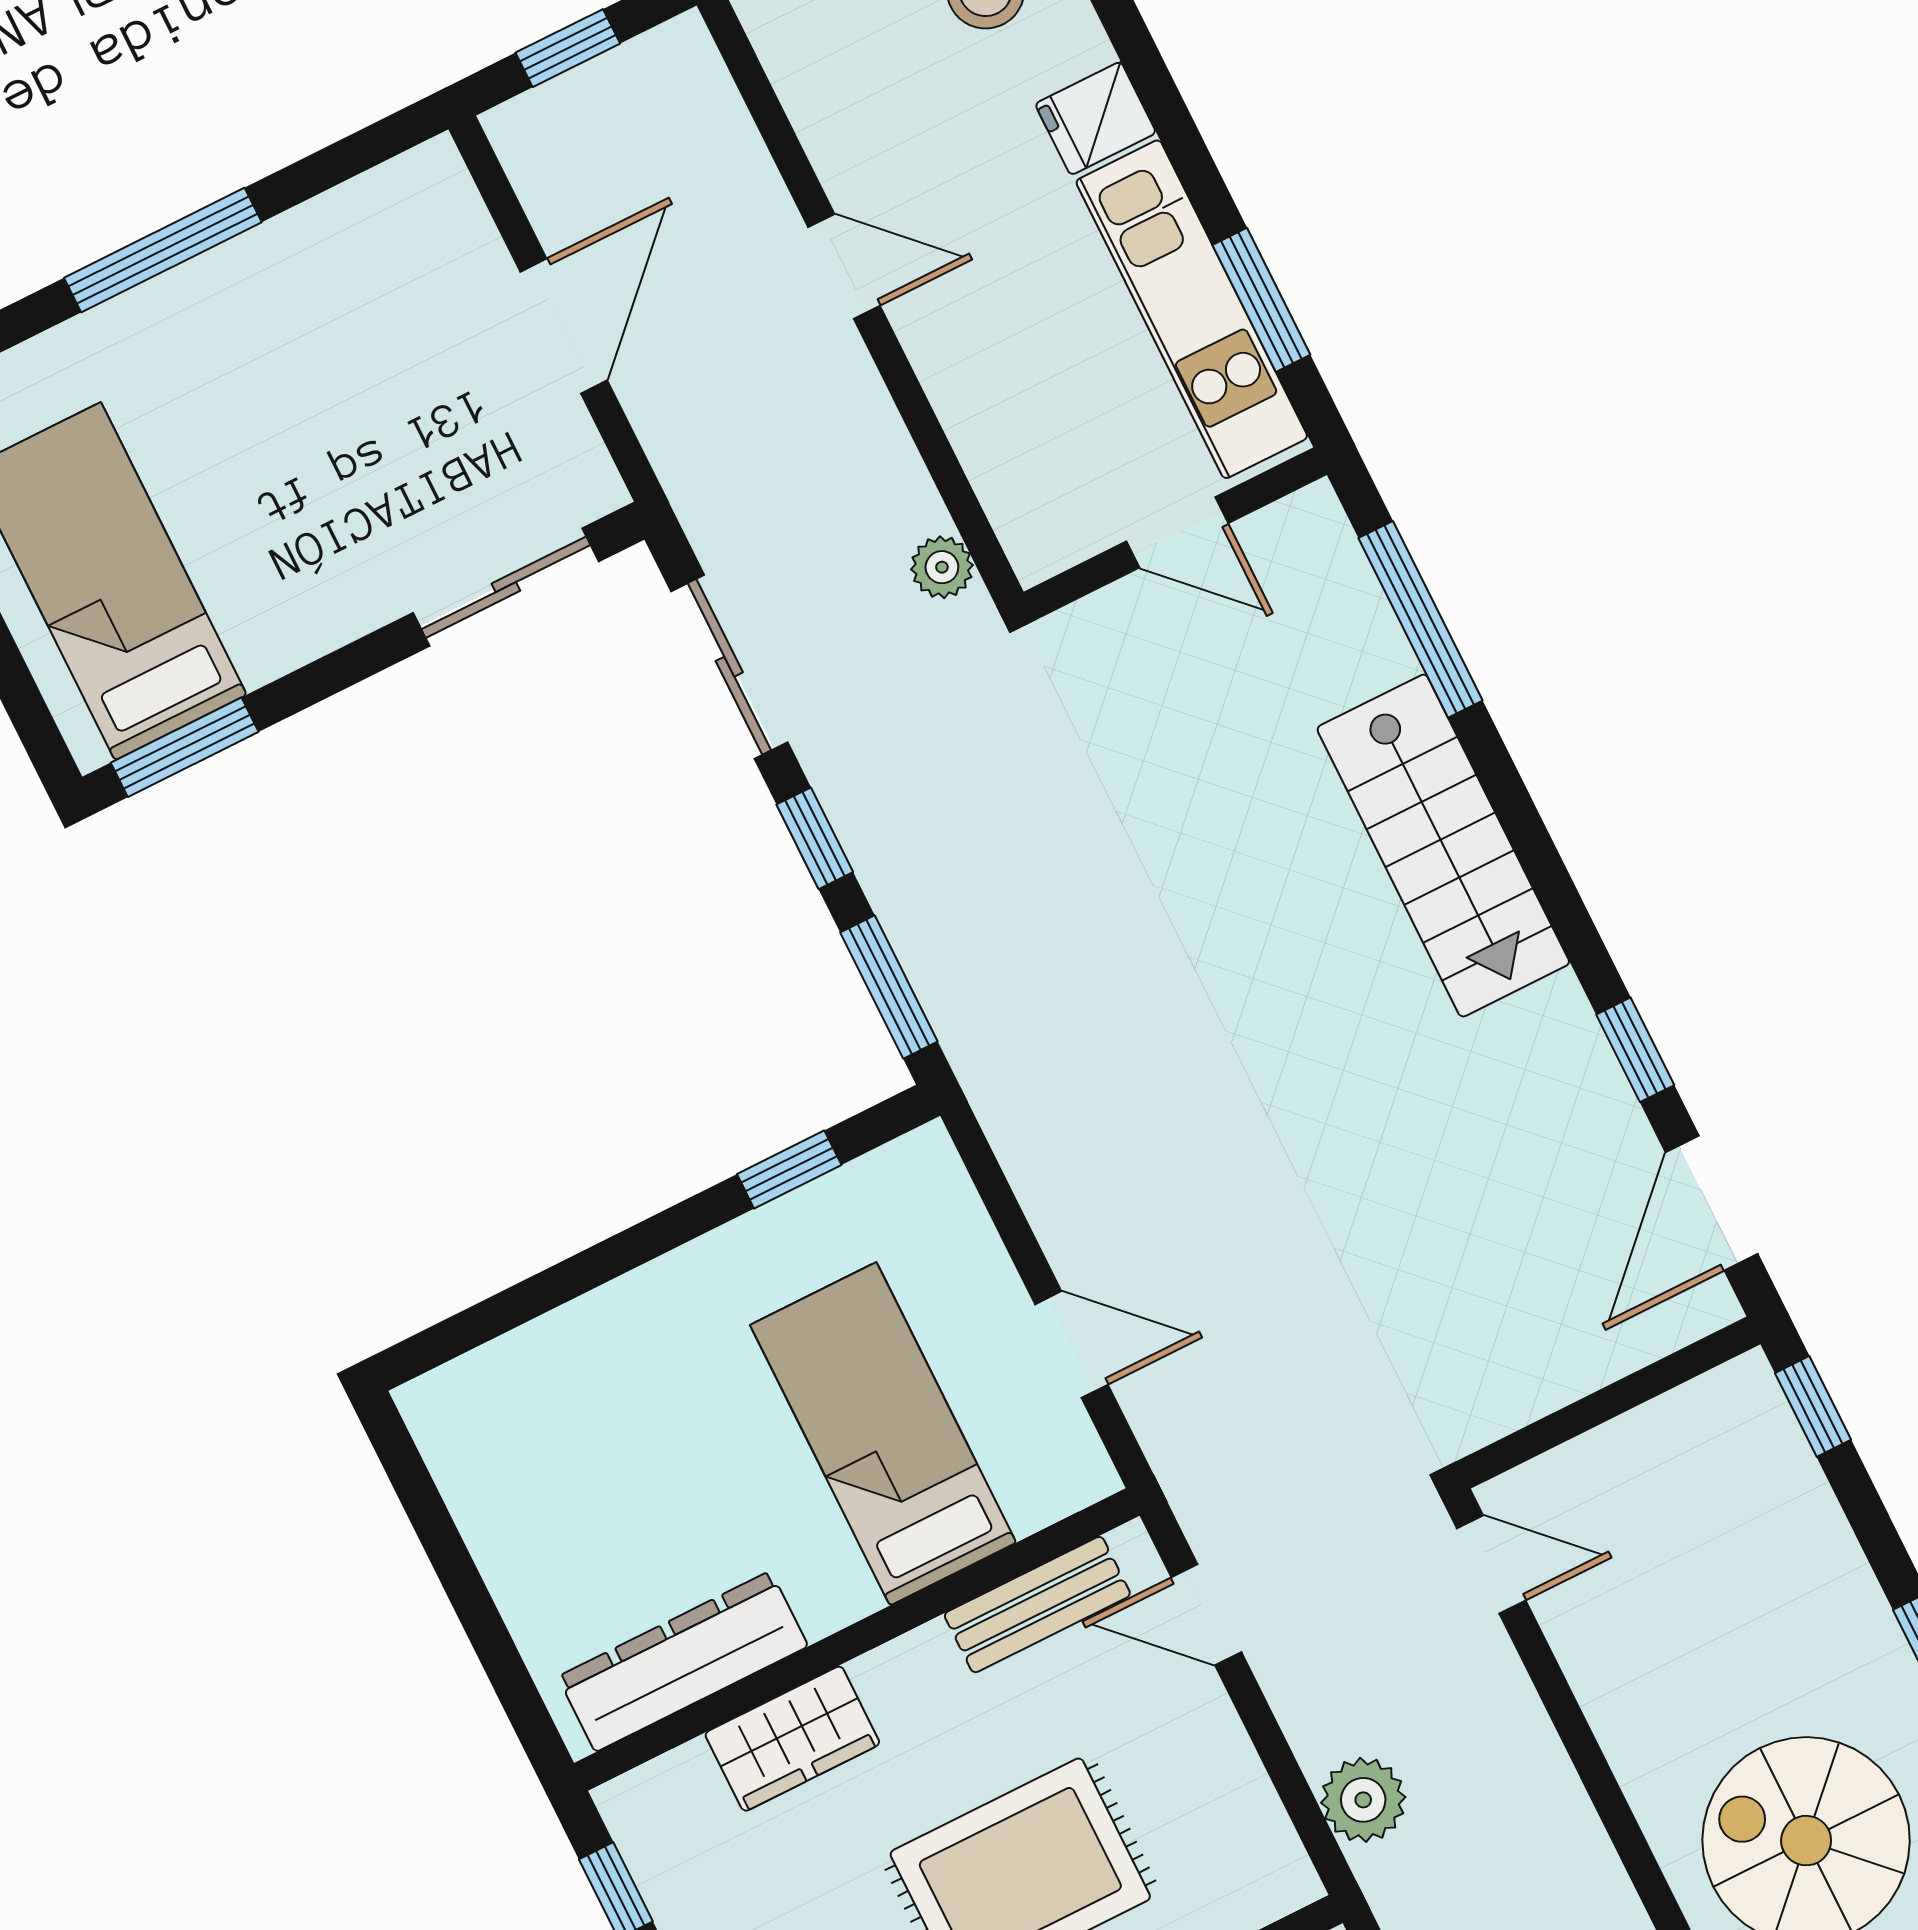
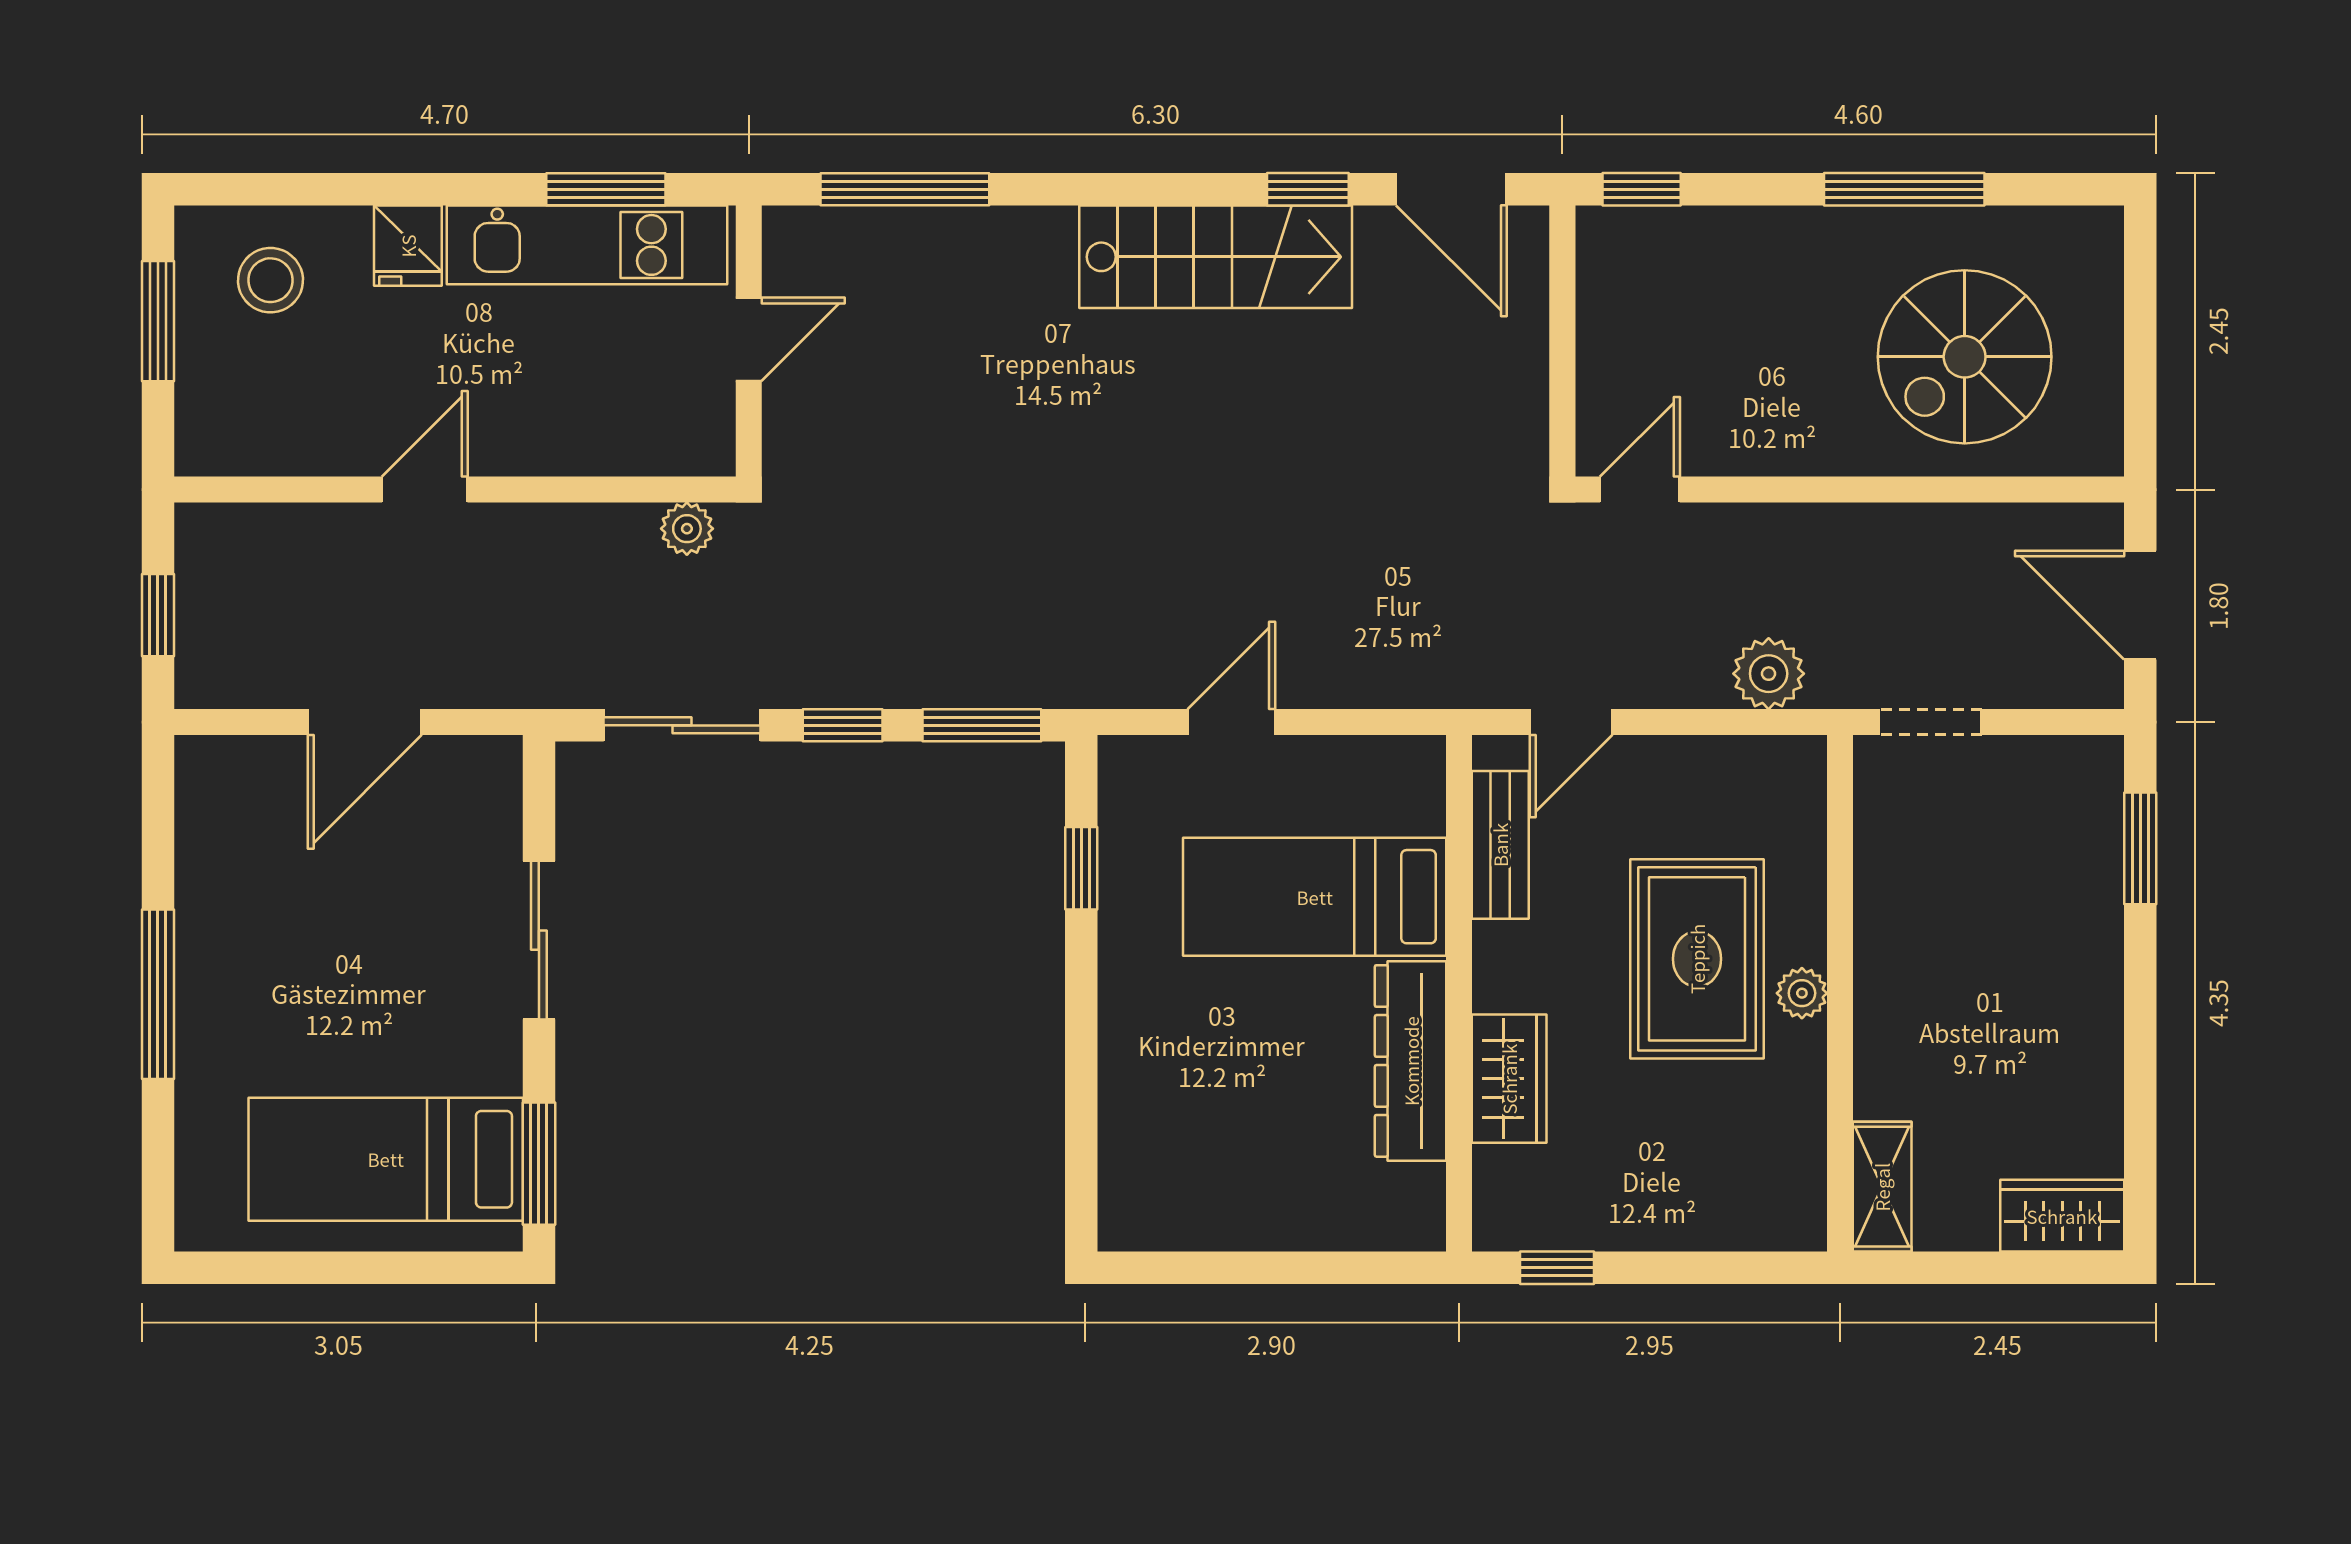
door: (564, 326) -> (365, 722), swing flipped
sliding door: (506, 587) -> (539, 940), moved
stairs: (1443, 846) -> (1216, 257), moved
door: (1071, 1344) -> (1231, 722), moved
dresser: (683, 1662) -> (1411, 1061), moved

